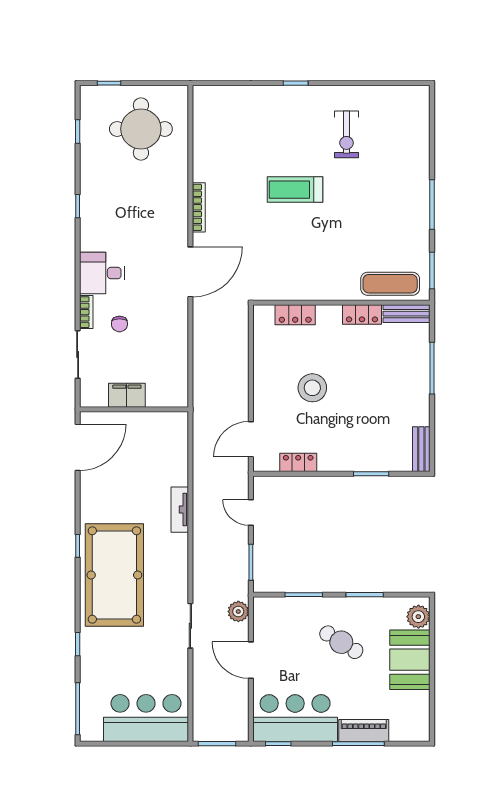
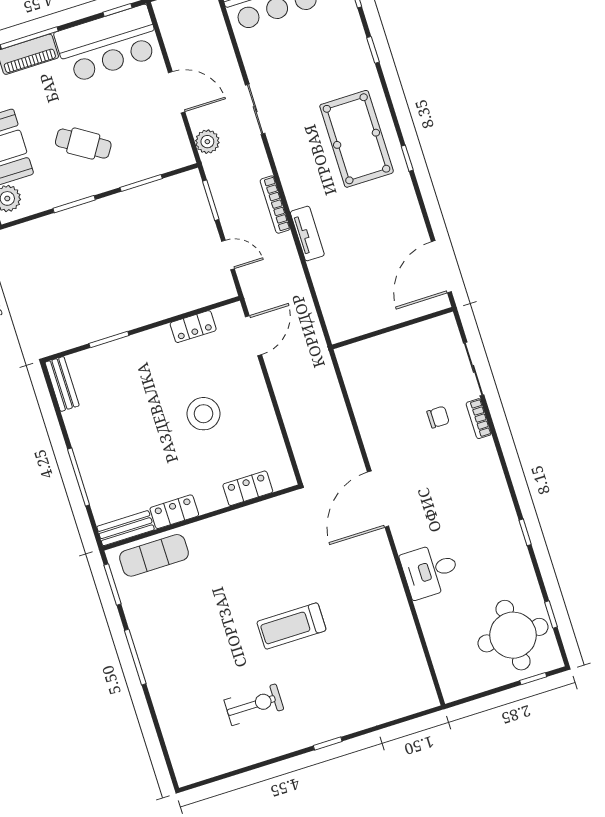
round table: (141, 129) -> (513, 635), moved
exercise bike: (346, 134) -> (254, 705), turned 90
treadmill: (295, 190) -> (291, 626), turned 180
bookcase: (199, 207) -> (275, 205), moved
desk: (102, 273) -> (430, 571), moved, turned 180
chair: (119, 324) -> (438, 417), turned 90
filing cabinet: (127, 395) -> (405, 341), removed
pool table: (114, 575) -> (357, 139), width x0.73, depth x0.76

